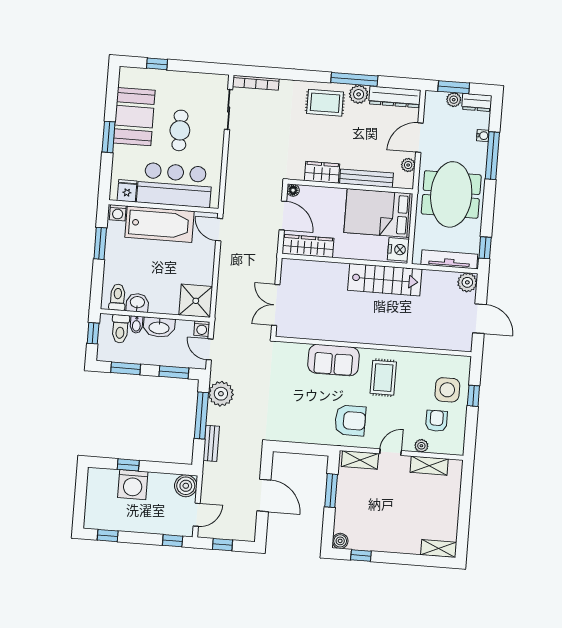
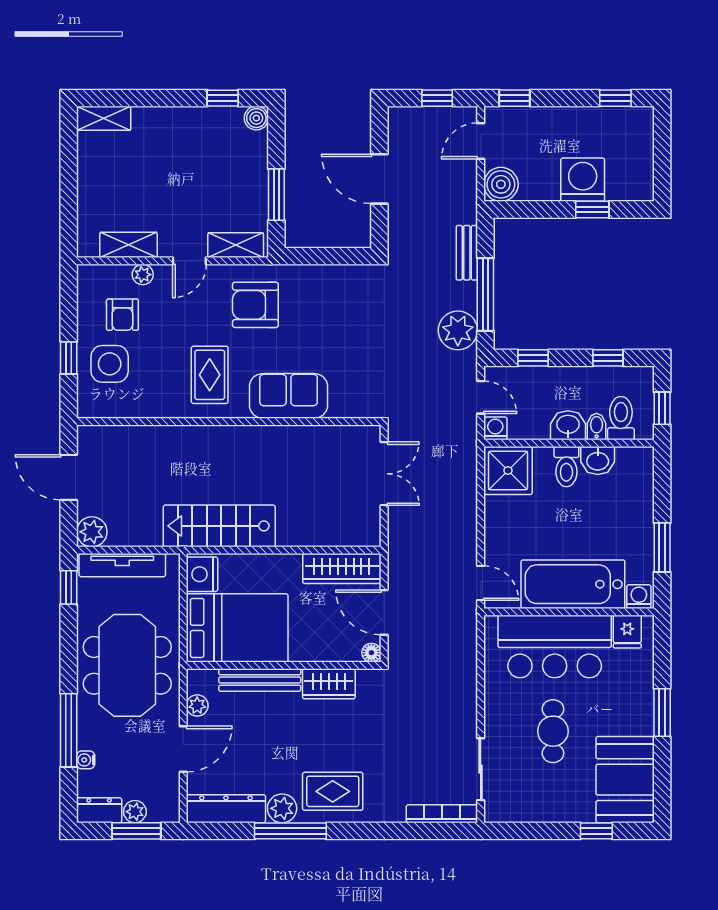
booth: (134, 117) -> (625, 780), moved
toilet: (118, 297) -> (566, 467), moved
washbasin: (159, 327) -> (568, 425), width x0.72
window: (126, 368) -> (608, 358), width x0.67
window: (174, 372) -> (533, 358), width x0.67

